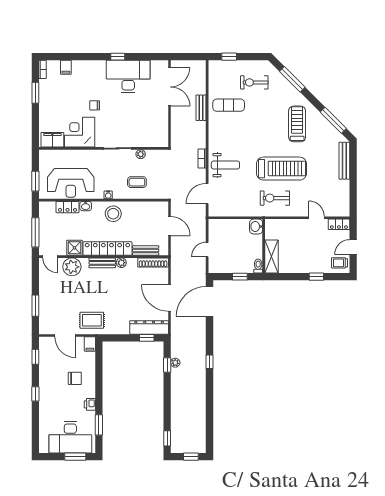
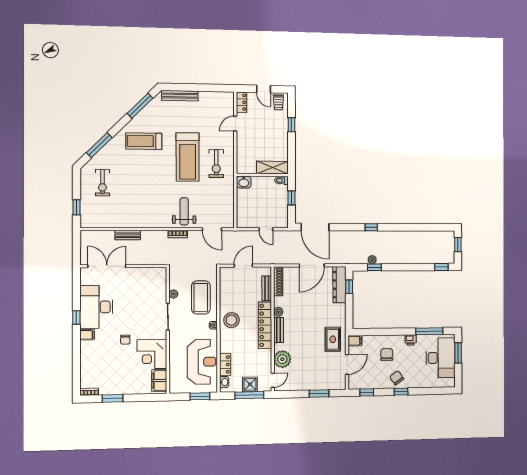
filing cabinet: (66, 67) -> (87, 335), moved
exercise mat: (229, 105) -> (125, 208), removed
treadmill: (281, 169) -> (188, 157), turned 180
coffee table: (137, 182) -> (201, 297), width x1.86, depth x1.72
washbasin: (86, 206) -> (224, 382), moved
shower: (75, 248) -> (250, 384), moved
chair: (50, 389) -> (397, 378), added
window: (99, 425) -> (429, 331), width x1.44

